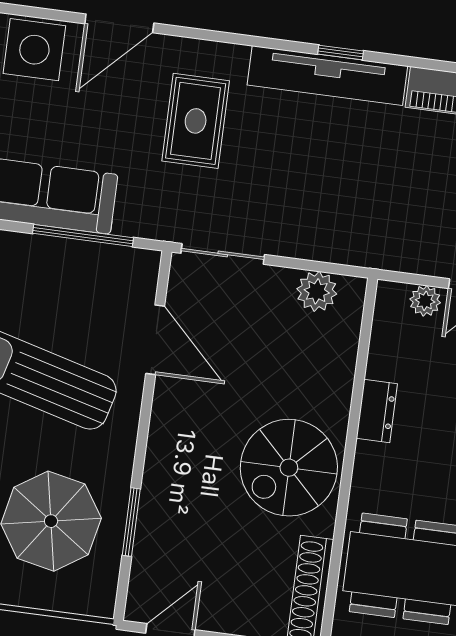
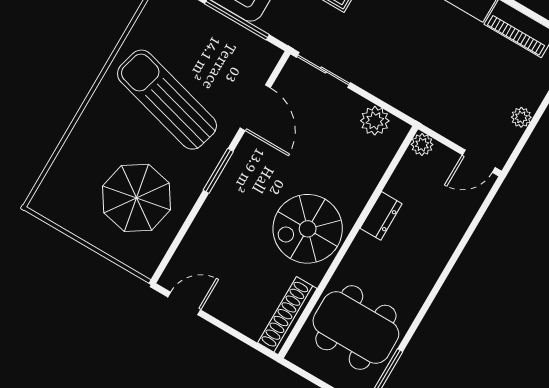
plant: (425, 301) -> (422, 144), moved
window: (131, 522) -> (218, 171), moved

